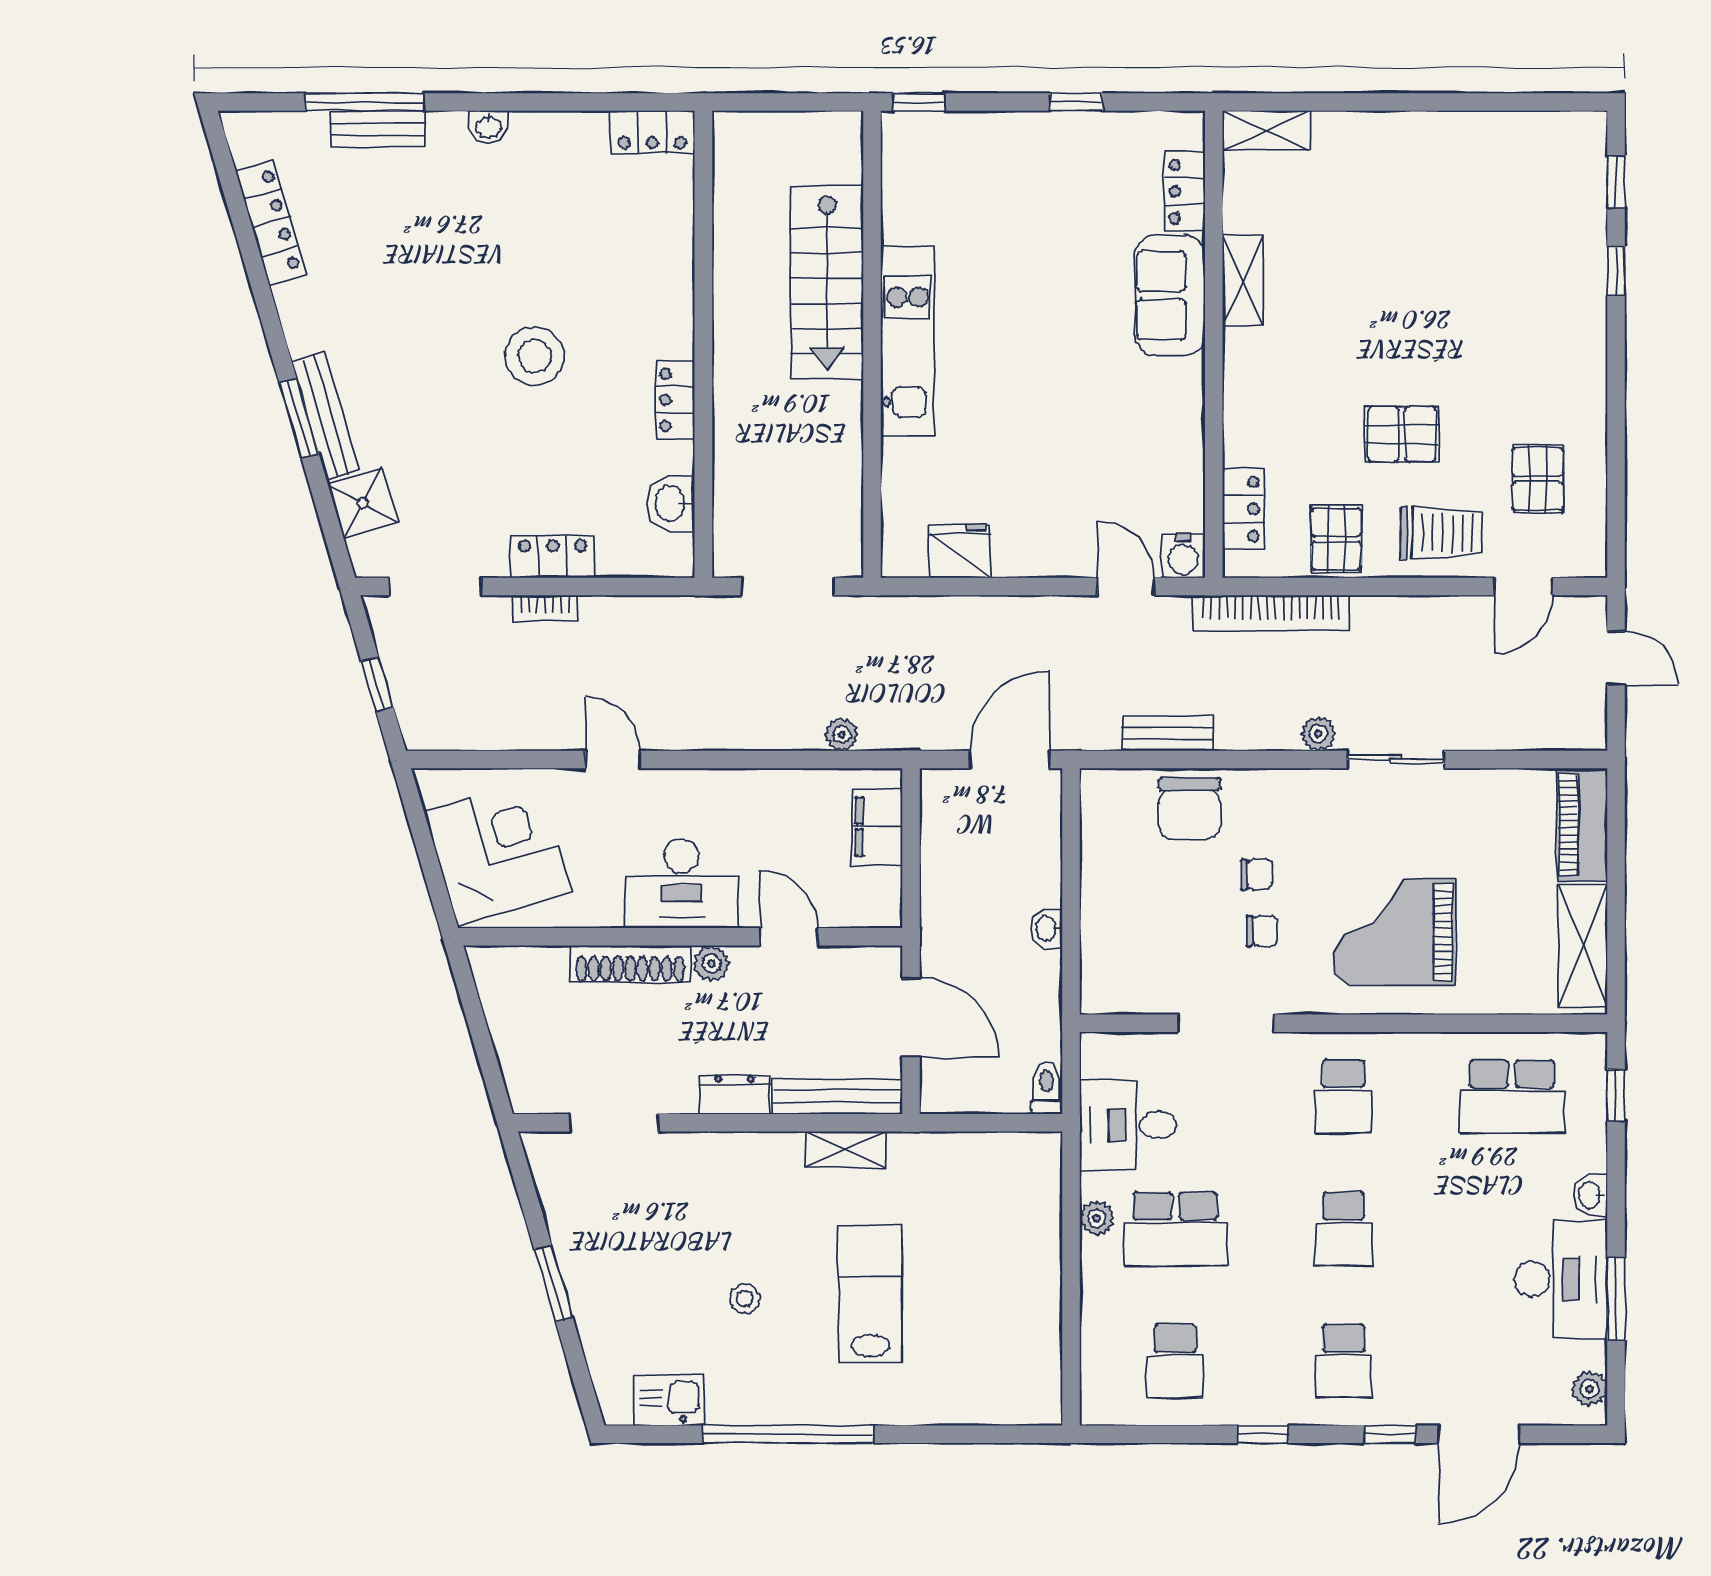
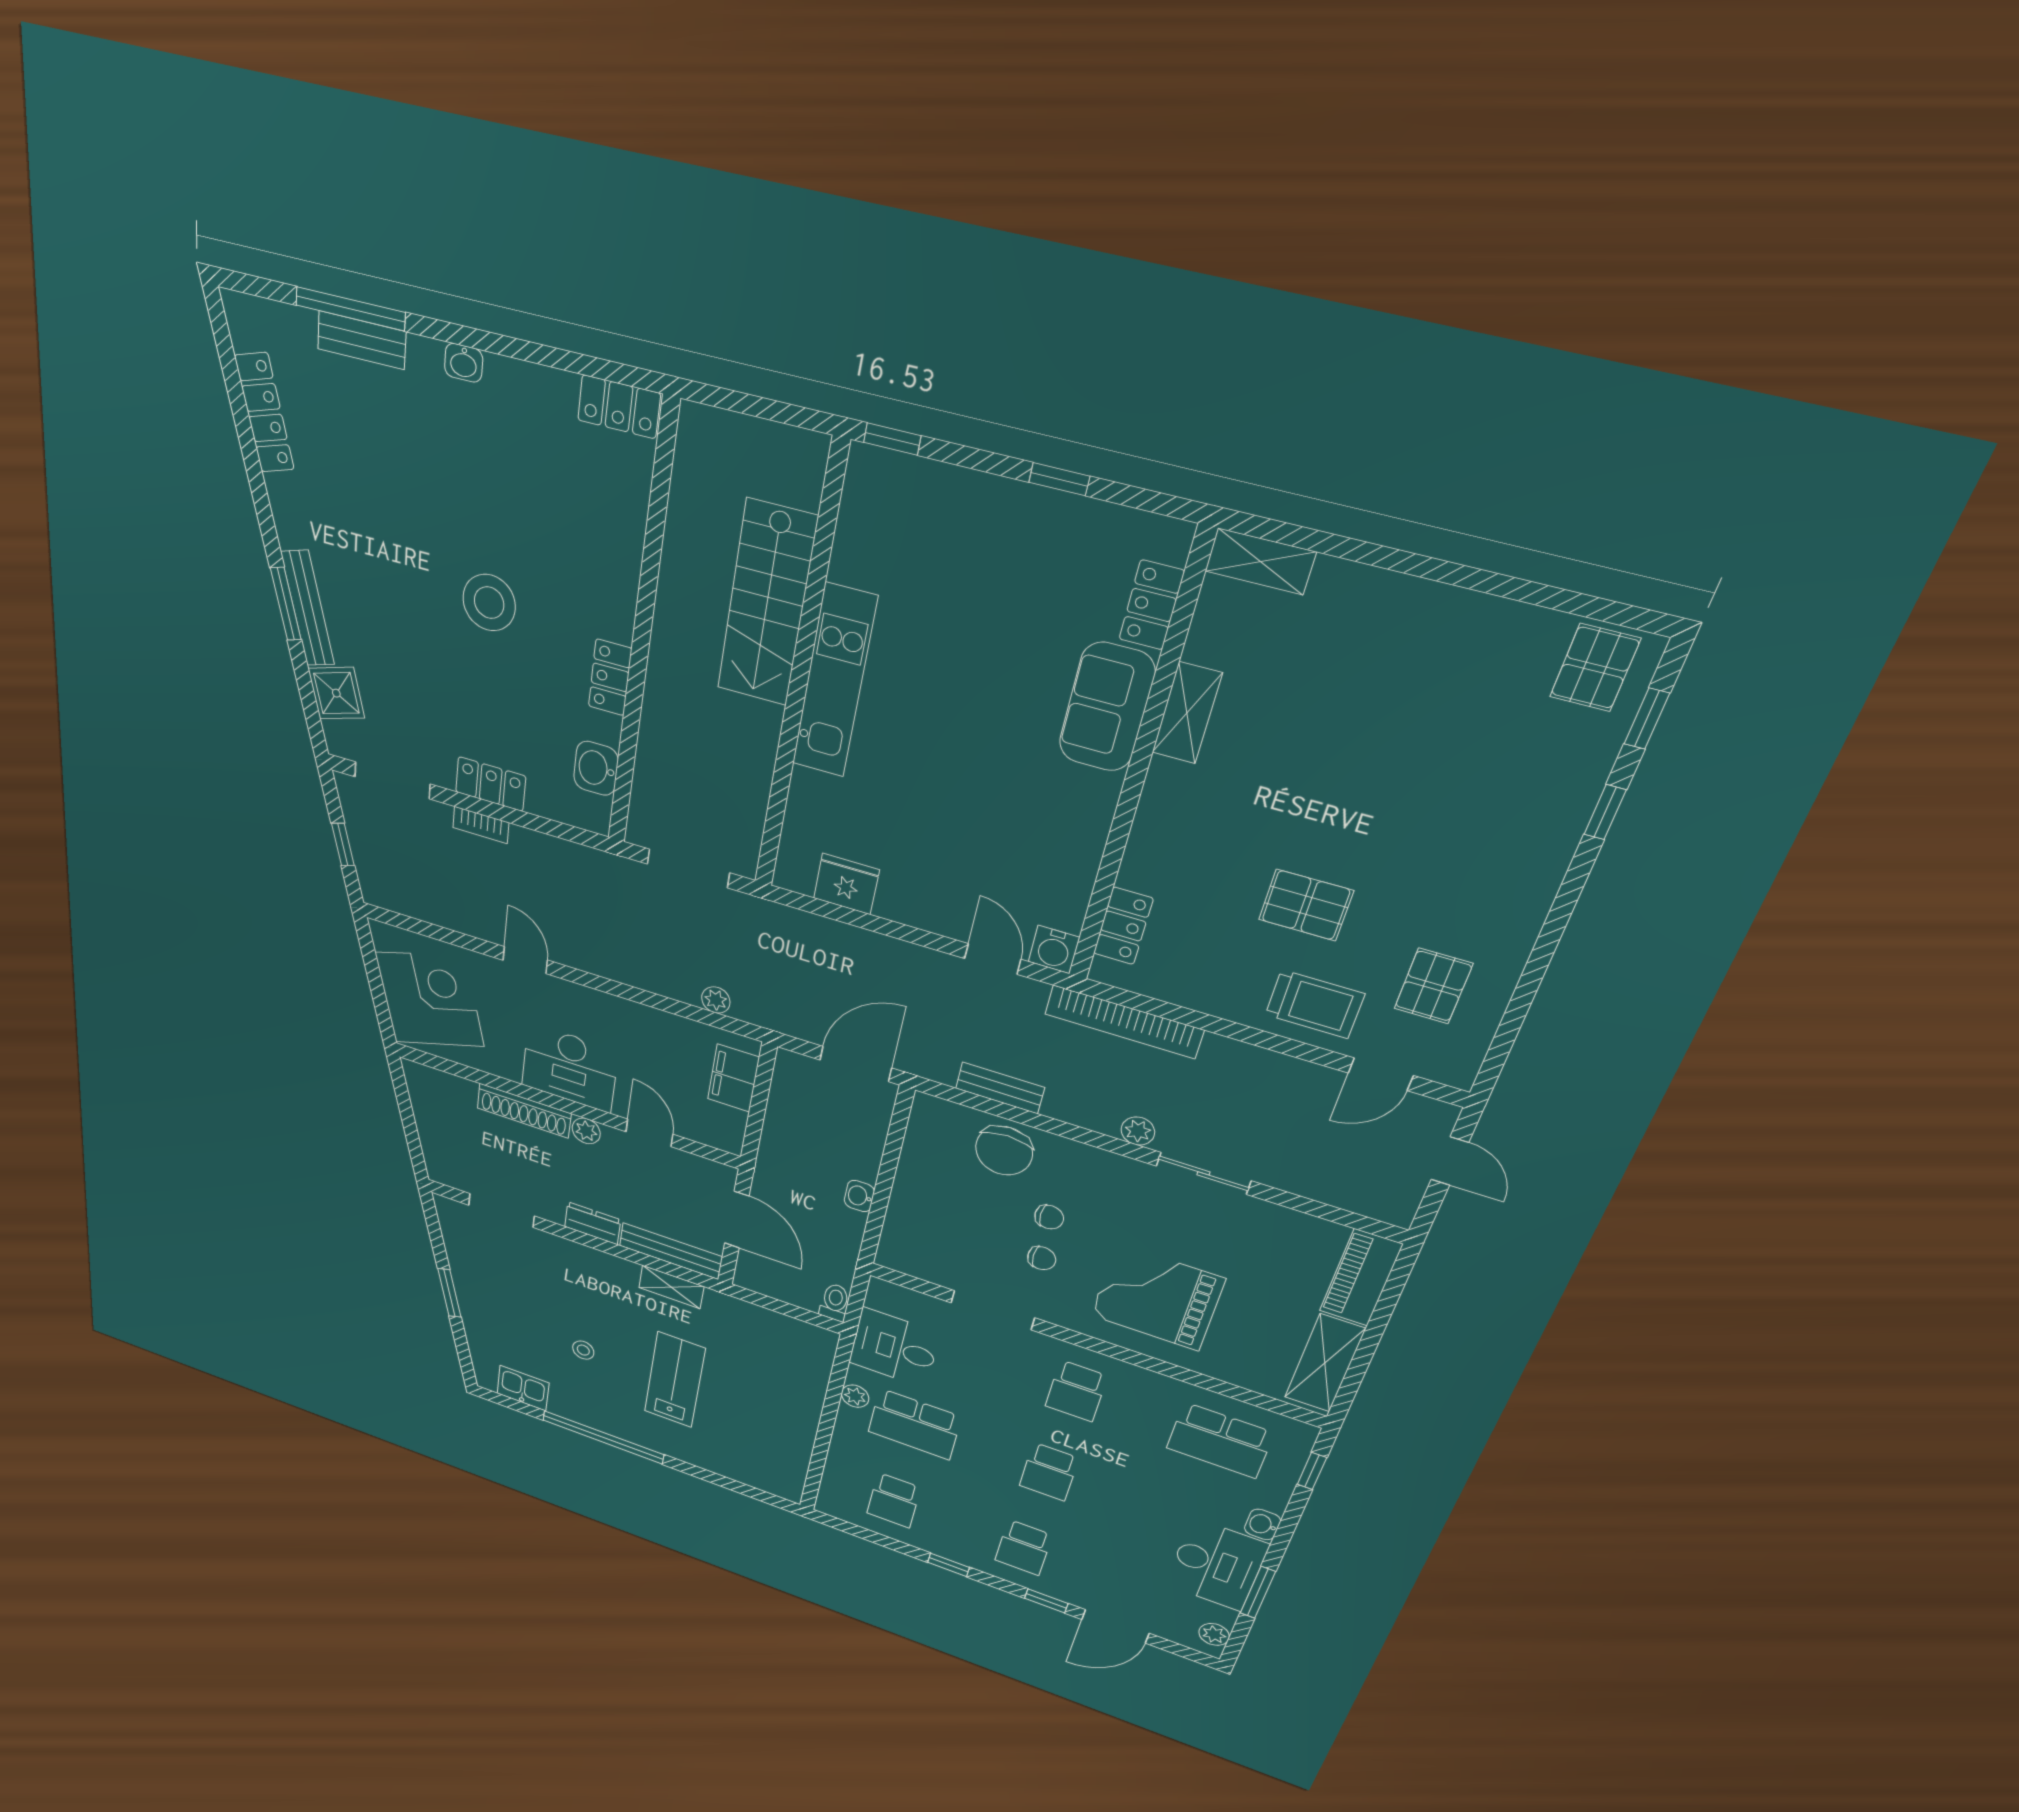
pallet: (1336, 539) -> (1595, 668), moved

